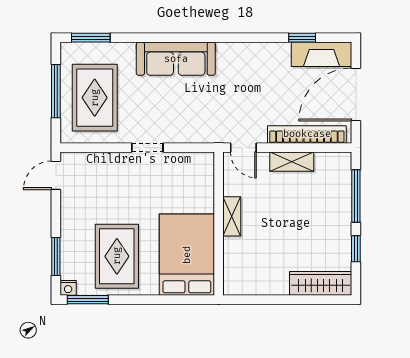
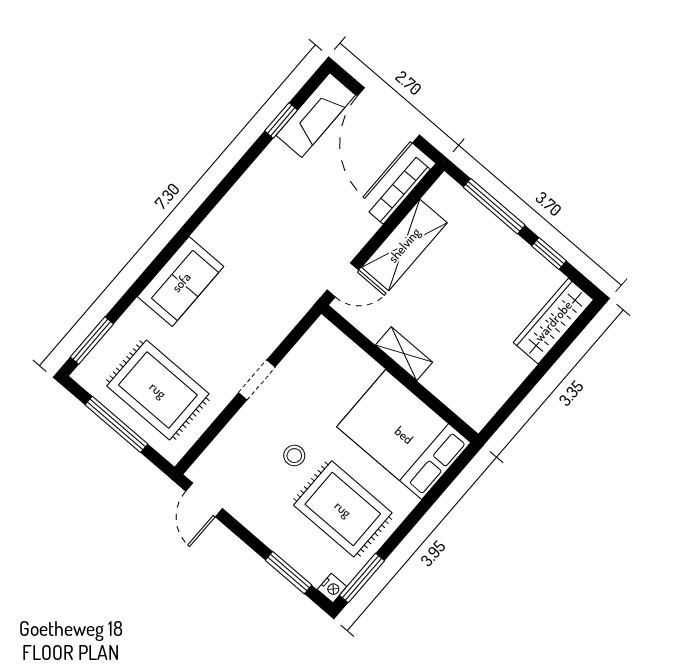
sofa: (176, 59) -> (181, 282), width x0.73
bookcase: (307, 134) -> (400, 191), width x0.68, depth x0.76
shelving: (292, 162) -> (404, 245), width x1.50, depth x1.33
stool: (123, 204) -> (294, 456), added

